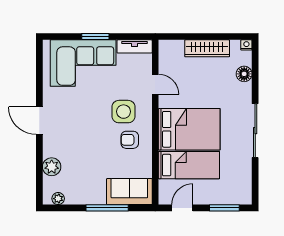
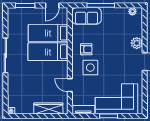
wardrobe: (207, 48) -> (48, 108), moved
floor lamp: (244, 74) -> (13, 92), removed
bed: (189, 129) -> (48, 52), width x0.67
plant: (52, 167) -> (137, 43), moved

